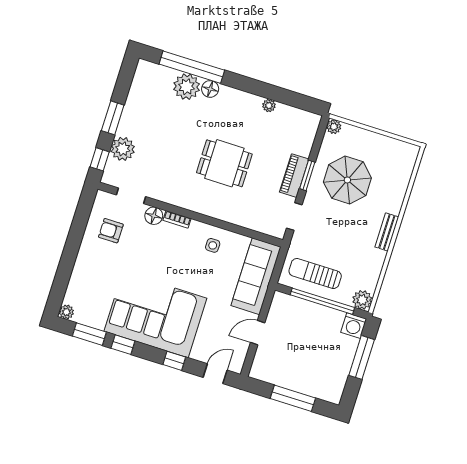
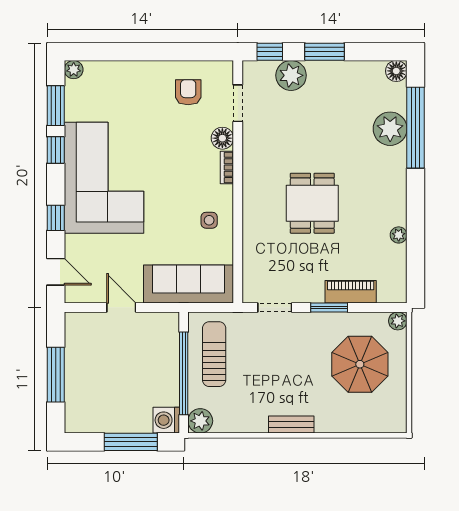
floor lamp: (210, 89) -> (396, 71), moved
piano: (294, 176) -> (351, 292), moved
parasol: (347, 180) -> (360, 364), moved

